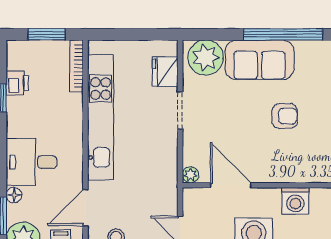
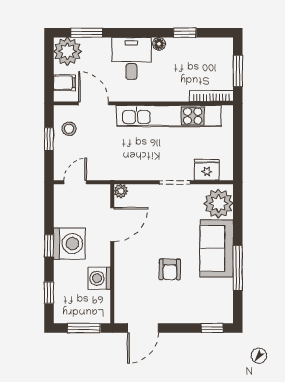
window: (283, 34) -> (238, 268), width x0.68
printer: (17, 83) -> (197, 47), removed
floor lamp: (14, 195) -> (159, 44), moved

